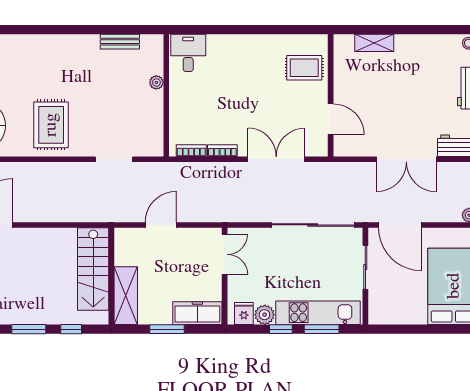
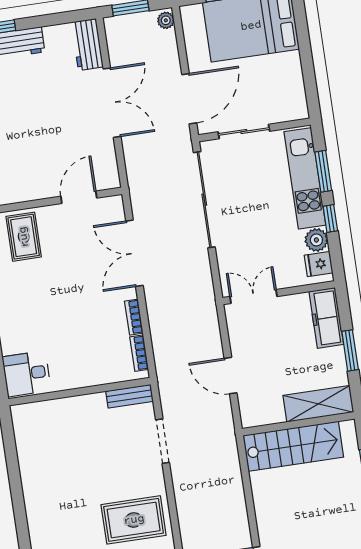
bench: (120, 42) -> (130, 396), moved, turned 90
plant: (156, 82) -> (66, 405), removed

